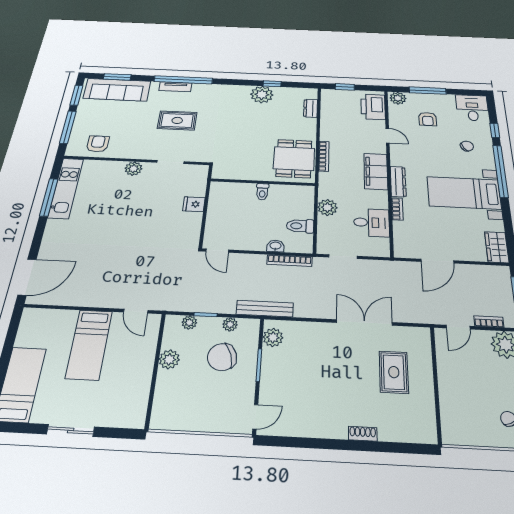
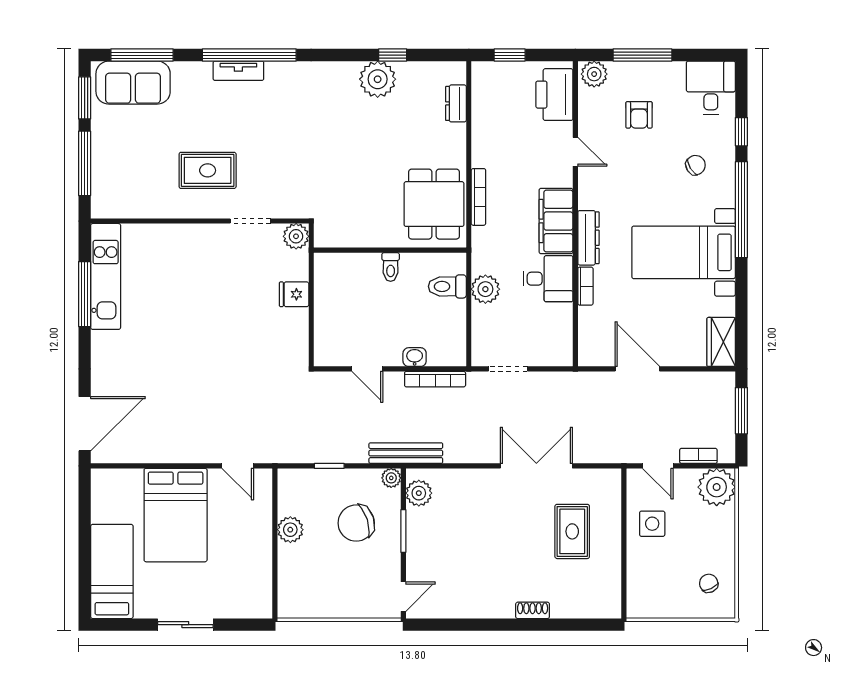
window: (117, 77) -> (142, 55), width x1.44
sofa: (117, 90) -> (133, 83), width x0.73
rug: (177, 120) -> (208, 170), moved
armchair: (98, 144) -> (136, 193), removed
plant: (133, 169) -> (296, 236), moved
desk: (371, 223) -> (548, 279), moved
toilet: (300, 226) -> (447, 286), moved
door: (217, 251) -> (367, 369), moved
door: (437, 261) -> (637, 369), swing flipped
plant: (189, 322) -> (309, 478), removed
plant: (230, 324) -> (391, 478), moved
door: (458, 327) -> (658, 466), hinge flipped
bed: (89, 344) -> (176, 515), width x1.50
side table: (457, 369) -> (652, 524), added

